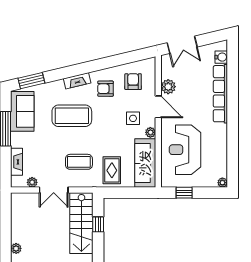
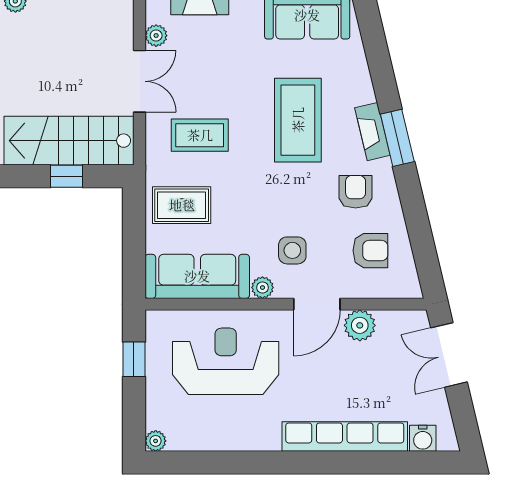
window: (31, 81) -> (397, 138), moved
coffee table: (79, 162) -> (200, 135), turned 90
double door: (54, 190) -> (140, 81), swing flipped

